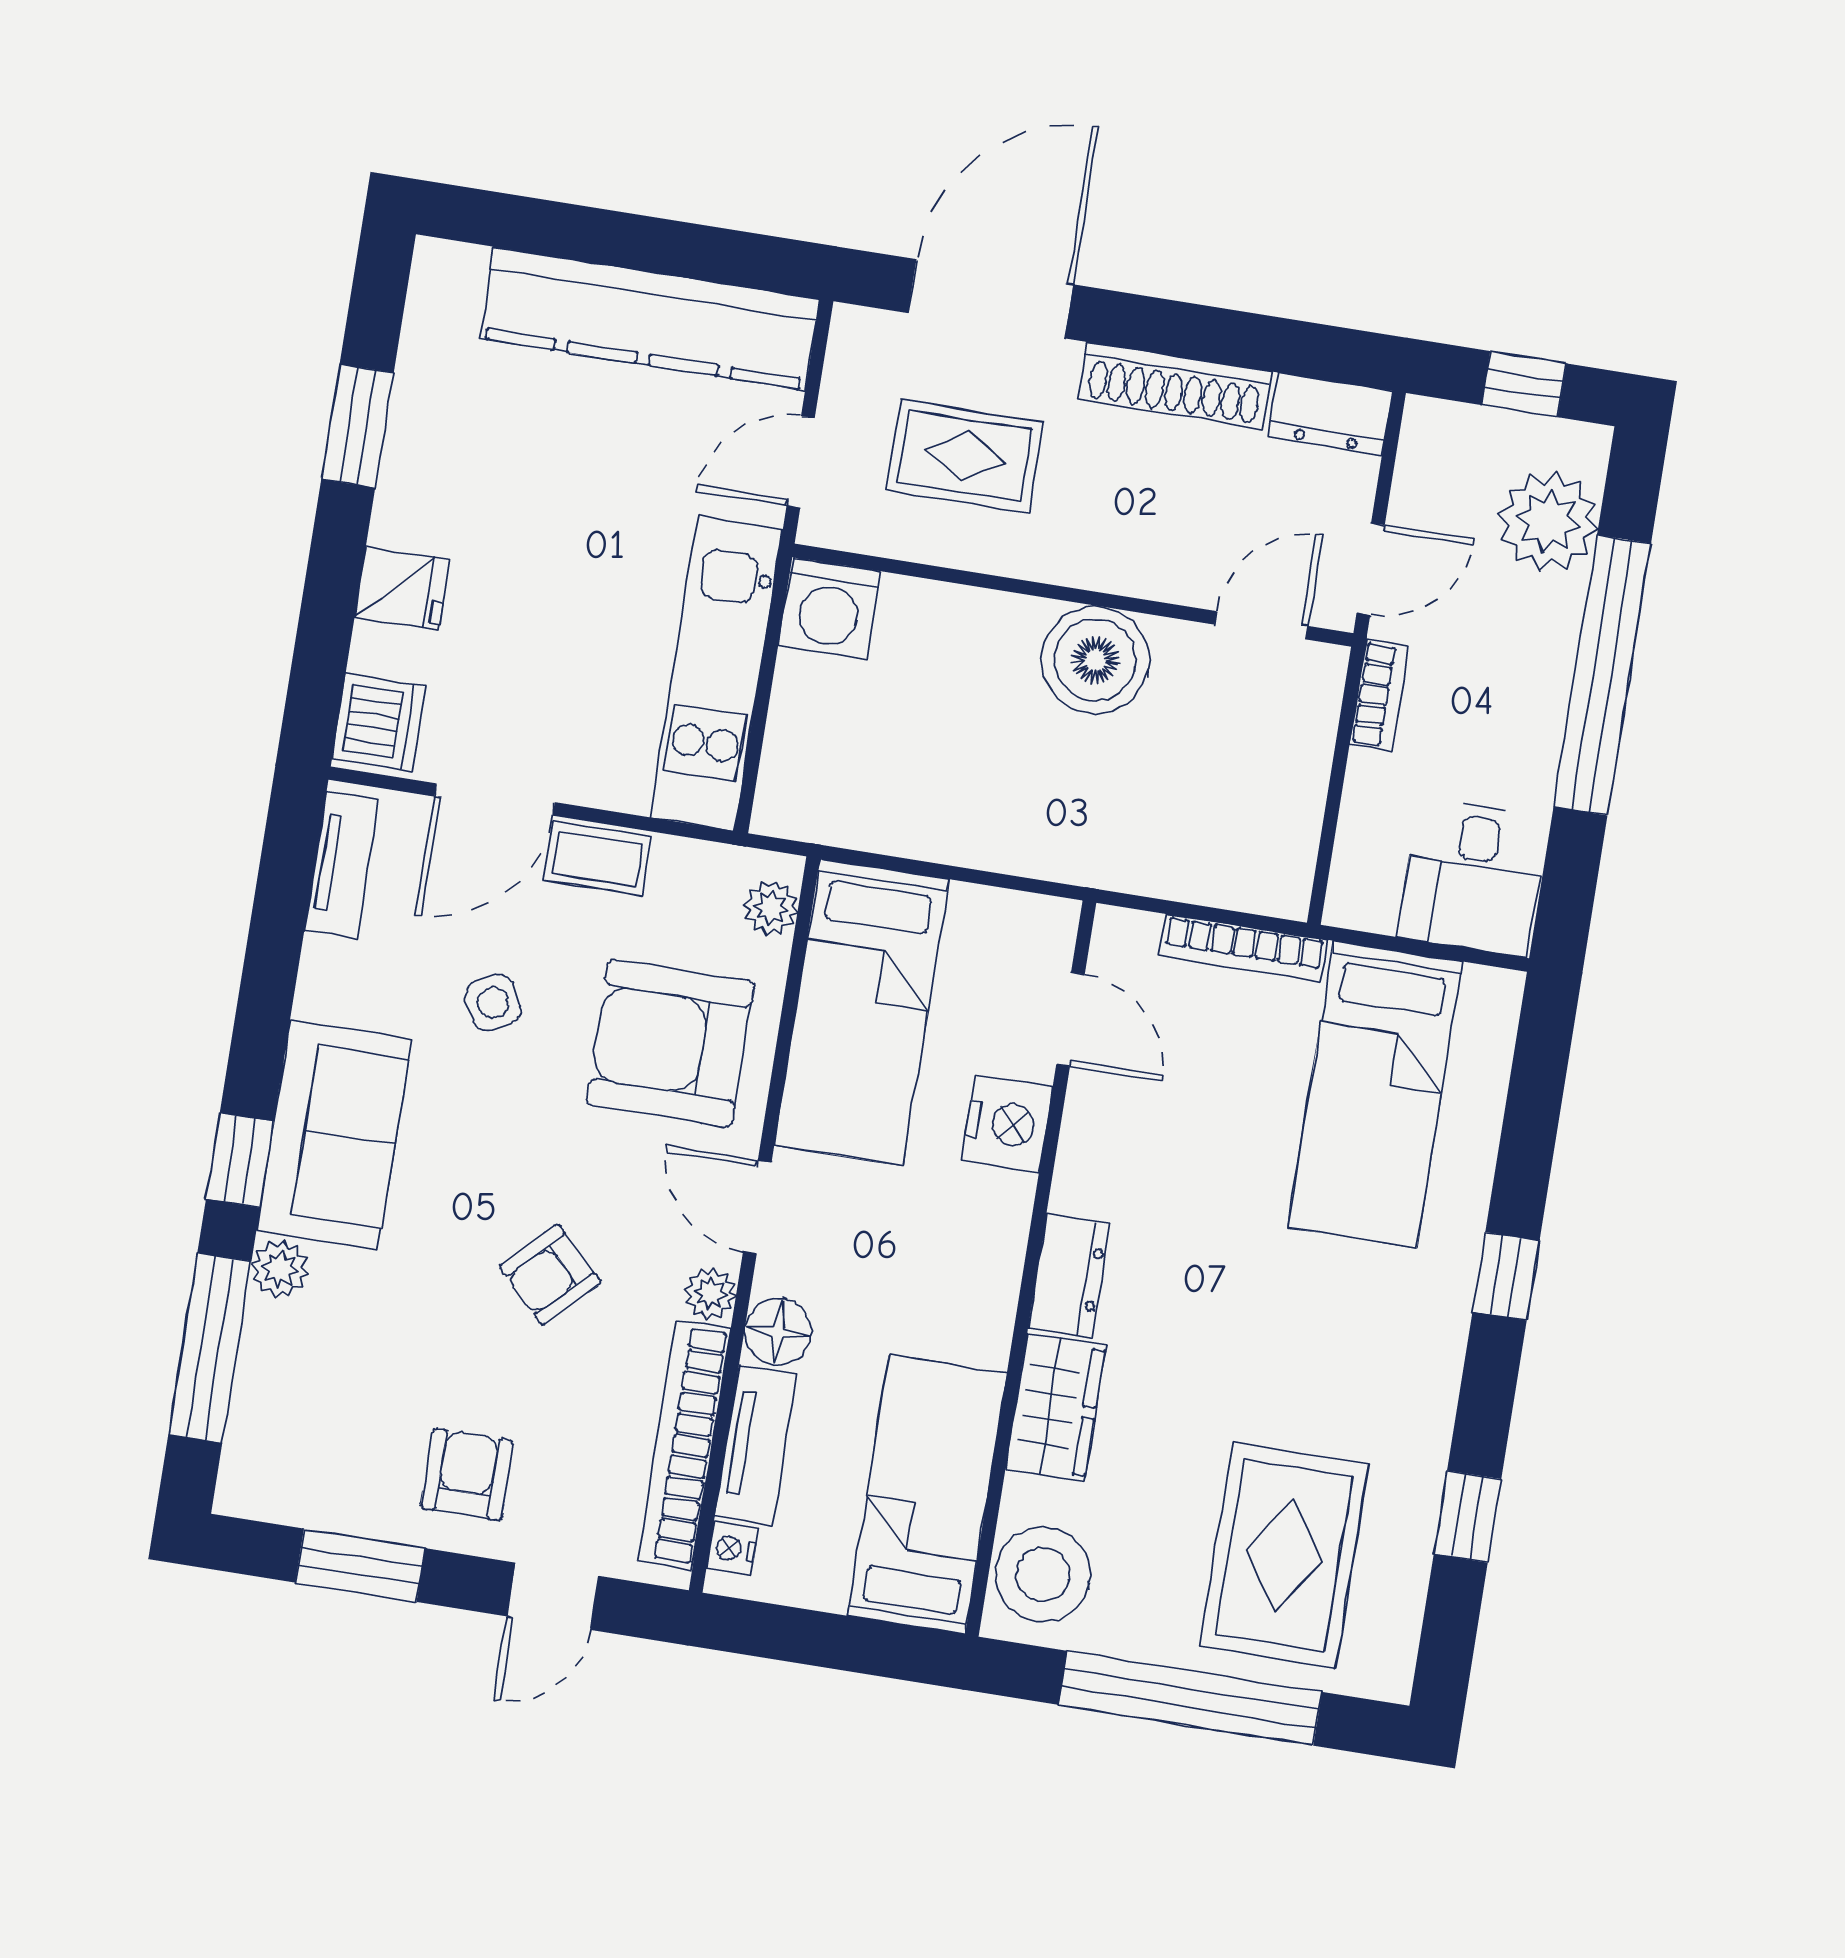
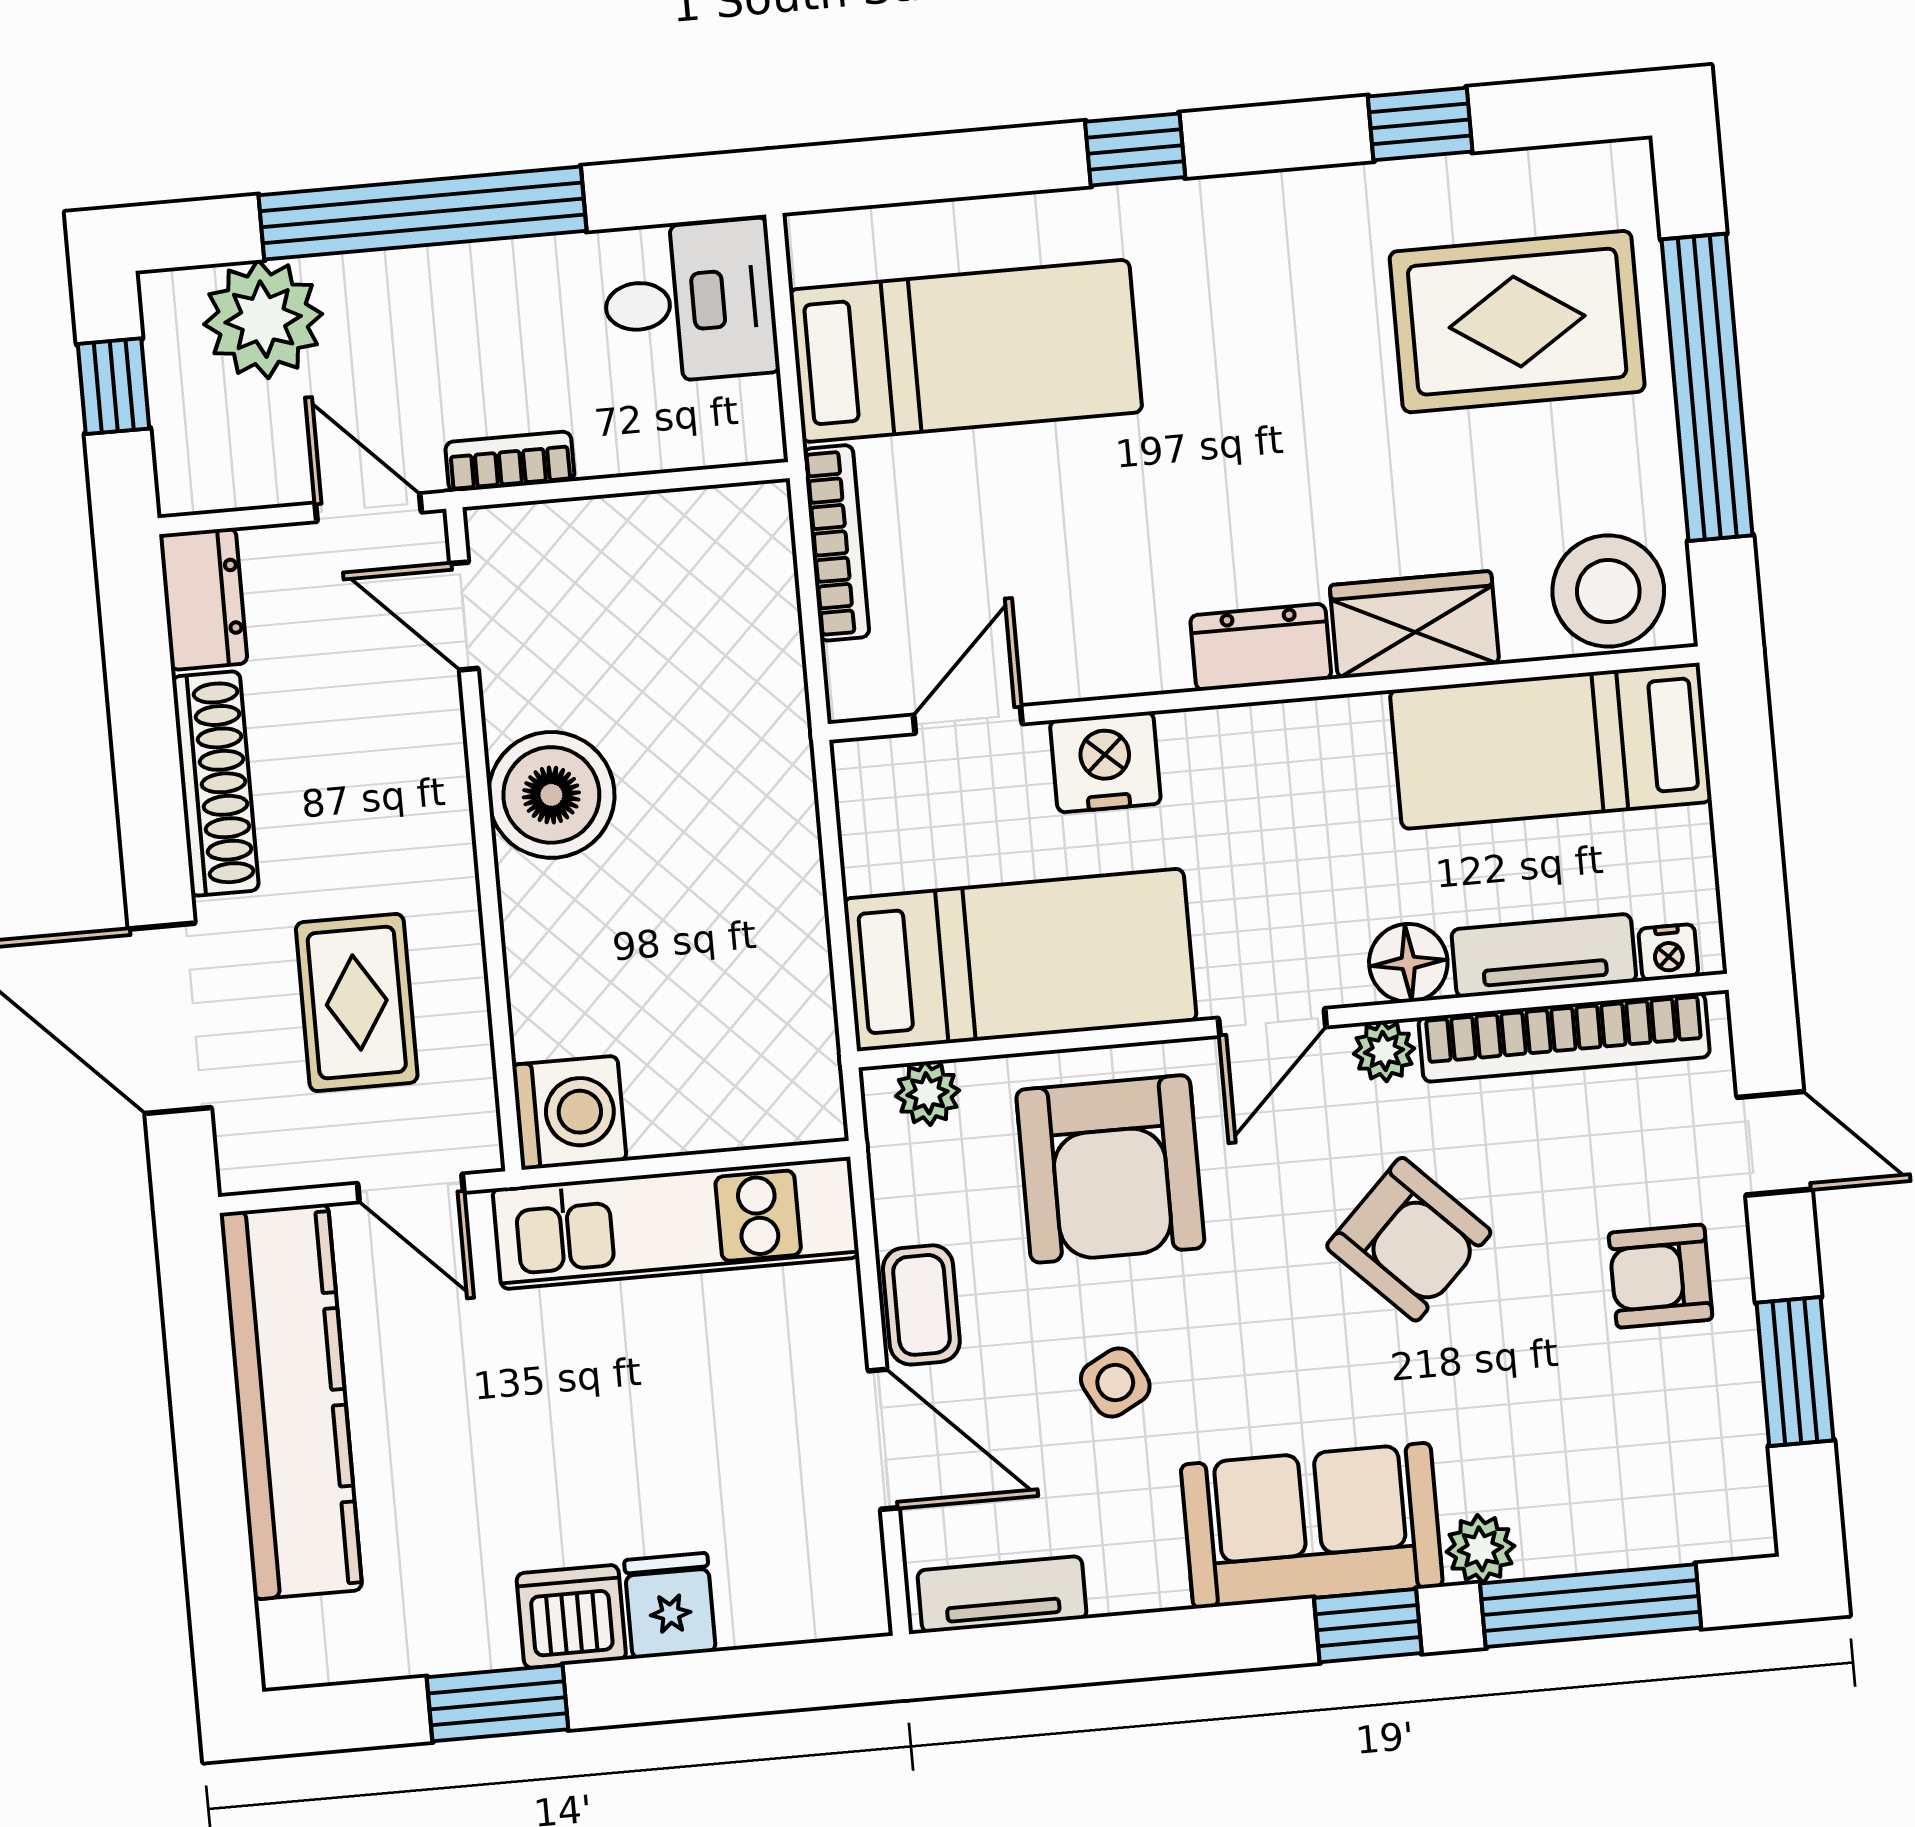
dishwasher: (379, 722) -> (571, 1616), moved
armchair: (550, 1274) -> (1409, 1239), width x1.38, depth x1.38

